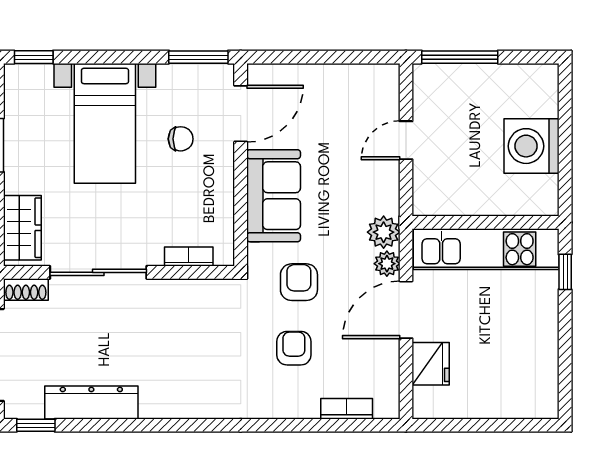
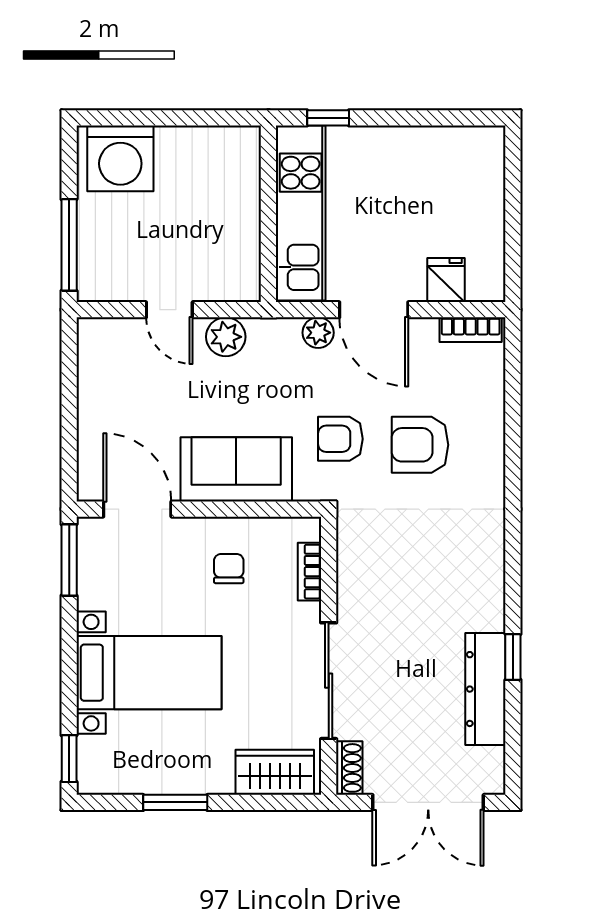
chair: (181, 139) -> (229, 569), moved
washing machine: (531, 146) -> (120, 158), moved
plant: (384, 232) -> (226, 337), moved
armchair: (294, 348) -> (420, 445), width x1.38, depth x1.38
fridge: (431, 364) -> (446, 280), width x0.72
bookcase: (347, 409) -> (471, 330), moved, turned -90
window: (36, 425) -> (513, 657), moved

